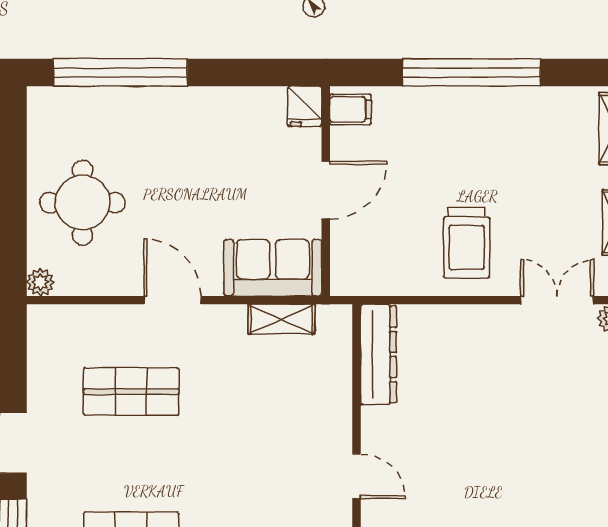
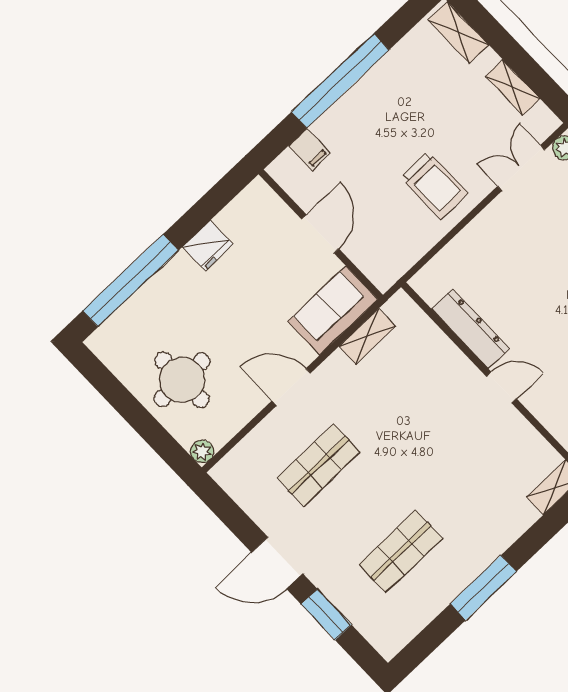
fridge: (305, 106) -> (208, 246), moved, width x1.38
filing cabinet: (350, 109) -> (309, 149), moved, turned 90
dresser: (378, 354) -> (470, 329), moved

